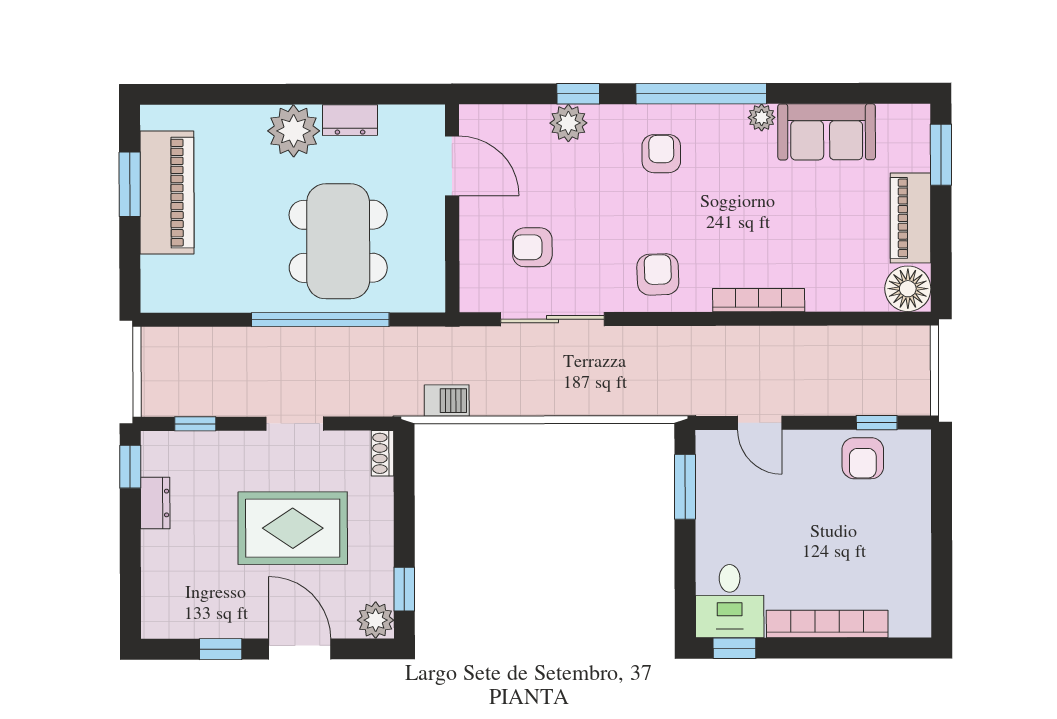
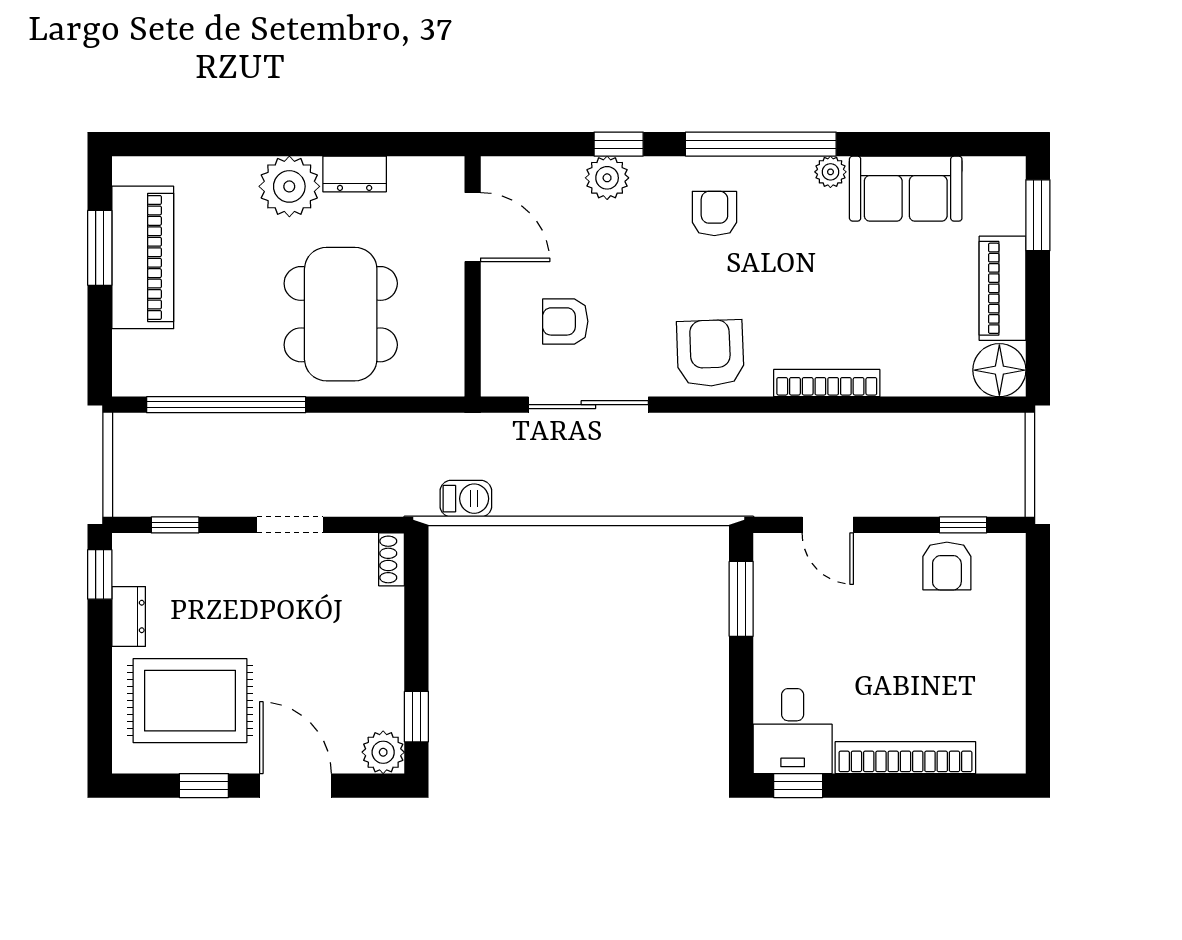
armchair: (658, 274) -> (710, 353), width x1.38, depth x1.38
window: (320, 320) -> (226, 405), moved
rug: (293, 528) -> (190, 701), moved

